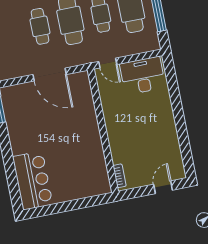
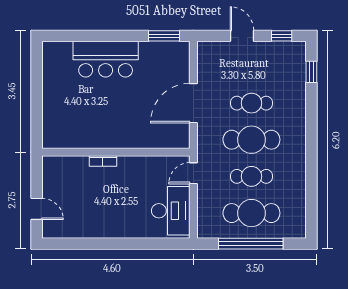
bookcase: (120, 176) -> (103, 161), moved
bar counter: (33, 180) -> (106, 59), moved

